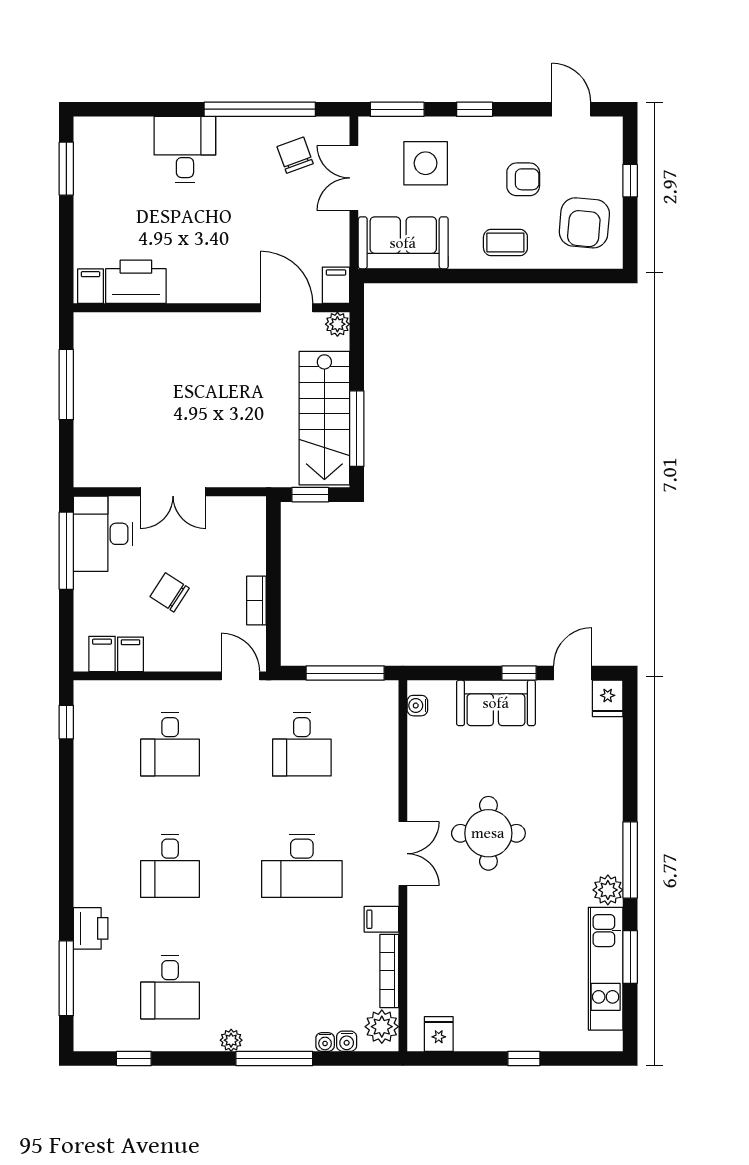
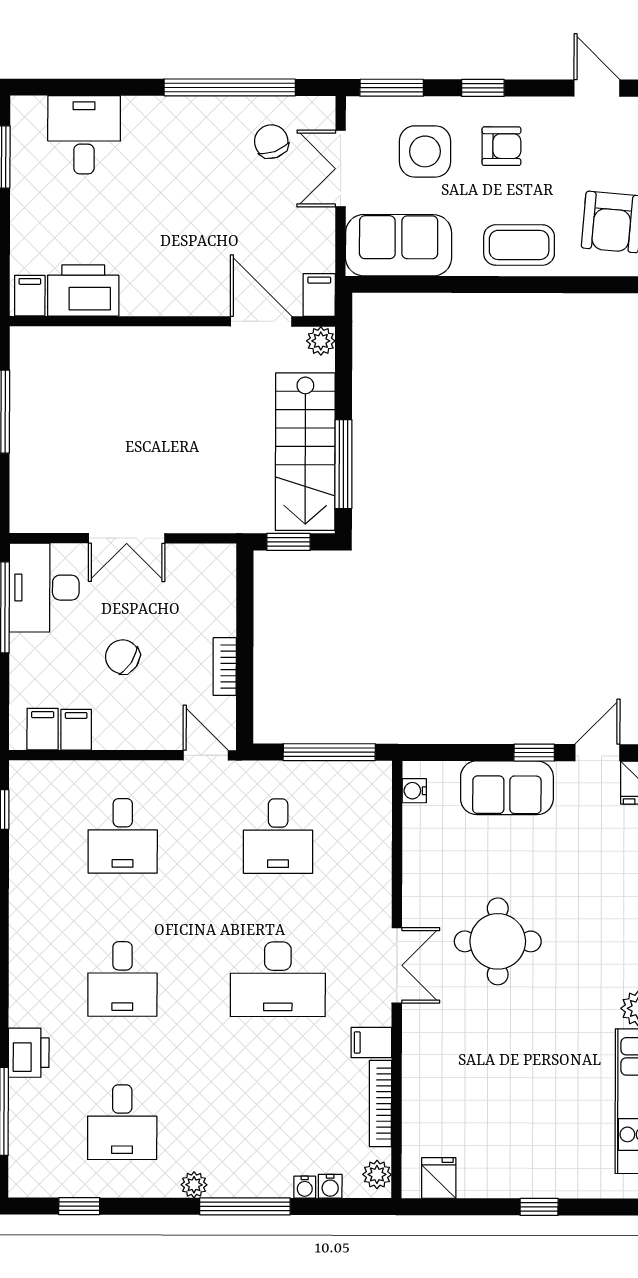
desk: (185, 150) -> (84, 135), moved
armchair: (523, 179) -> (501, 146), moved
coffee table: (505, 242) -> (519, 245), width x1.36, depth x1.30
plant: (382, 1027) -> (377, 1174), width x0.73, depth x0.73

